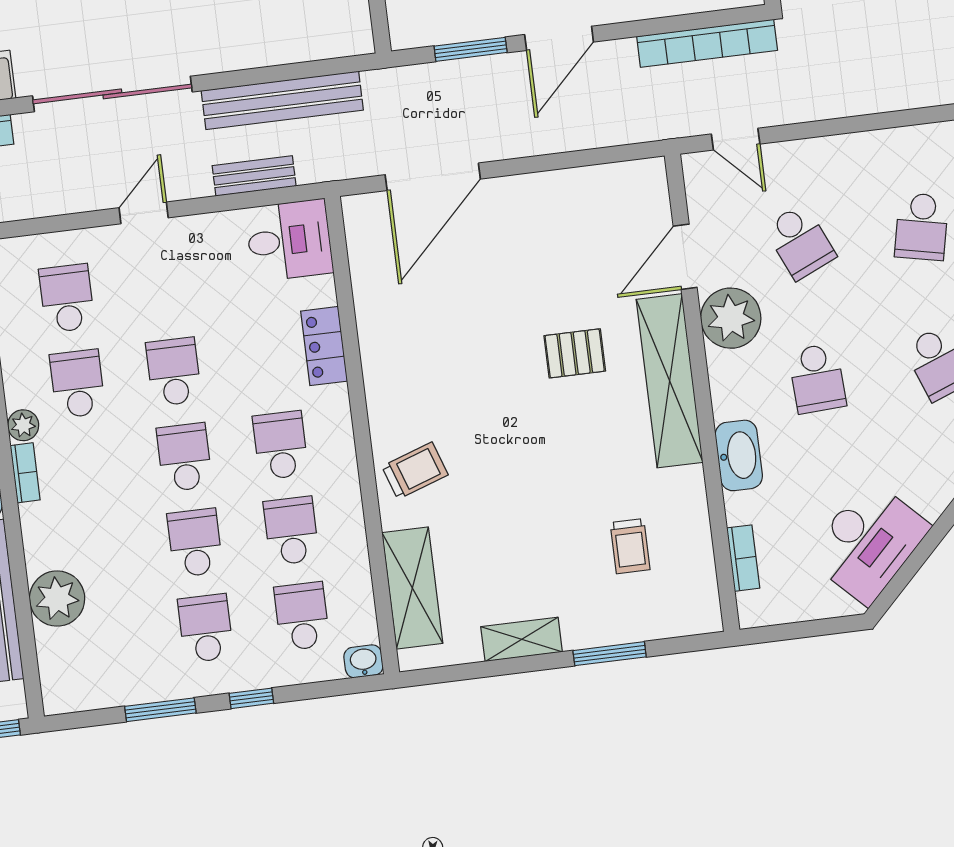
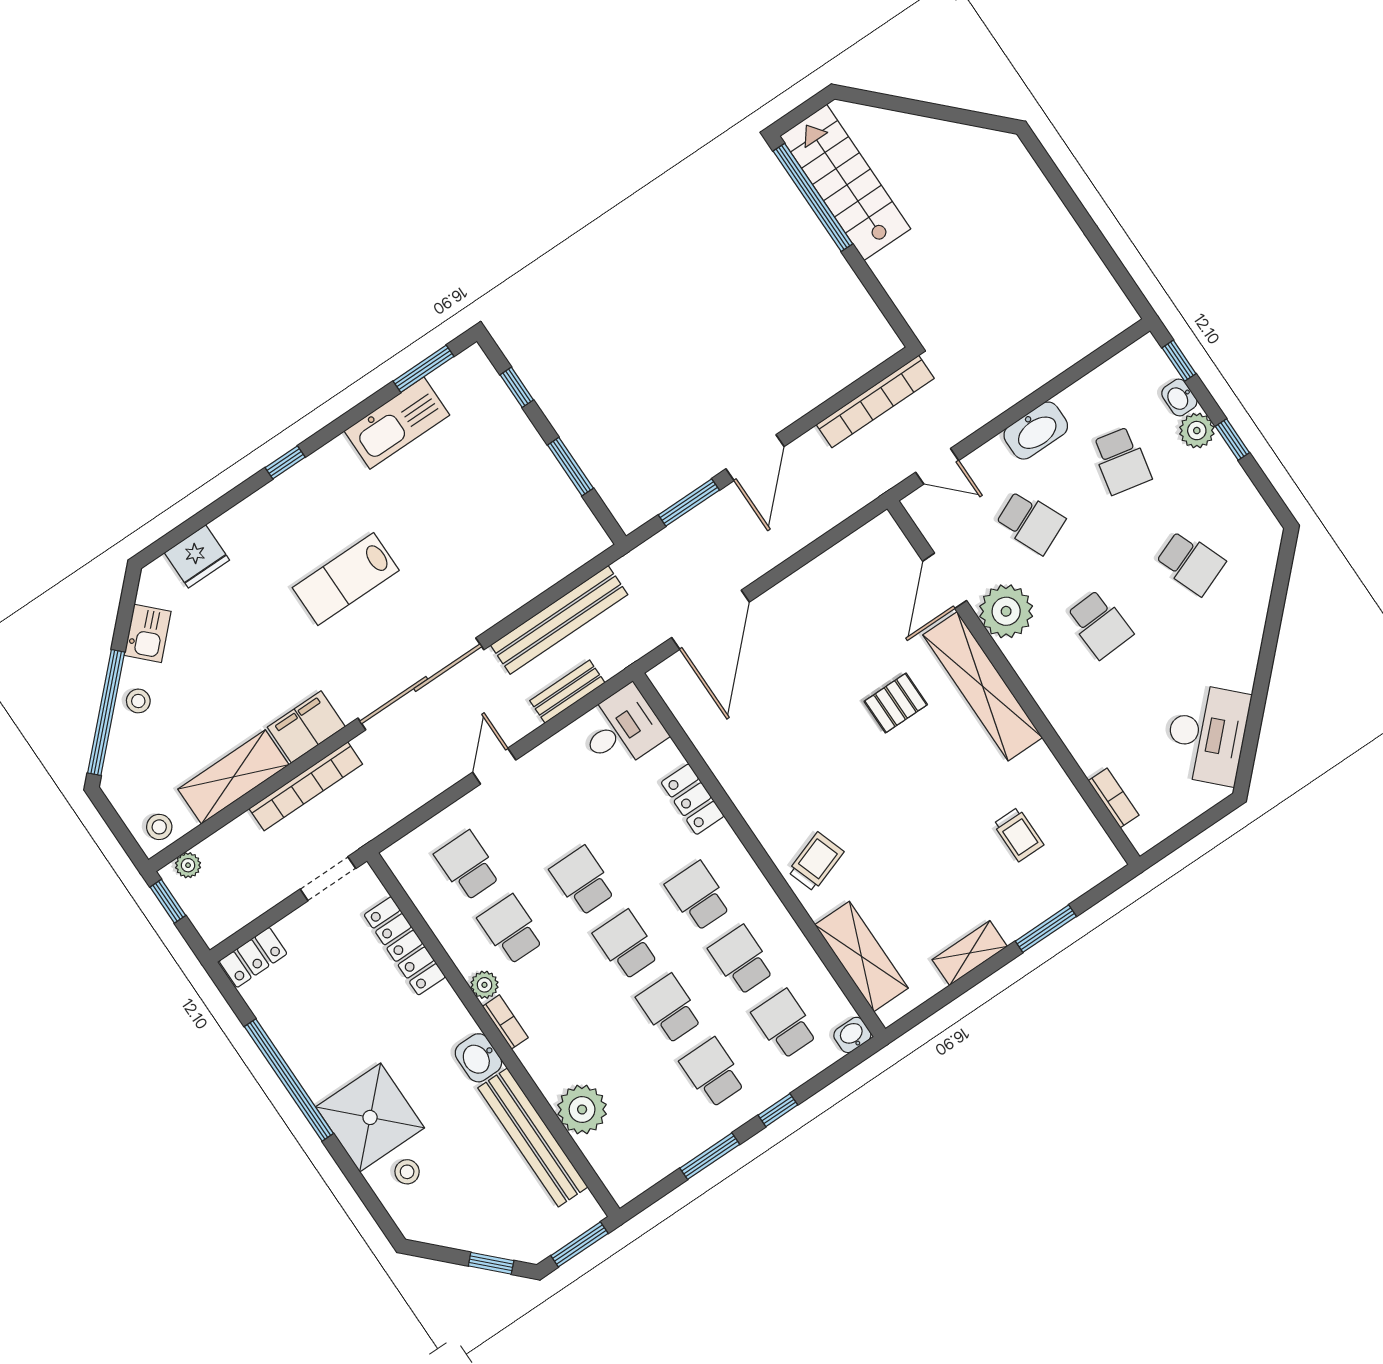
washbasin: (739, 455) -> (1036, 431), moved, turned 90

